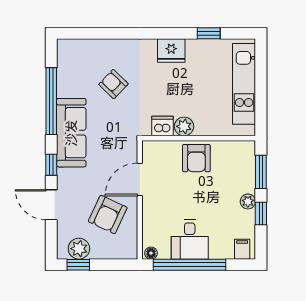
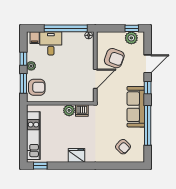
window: (209, 33) -> (40, 166), moved
armchair: (113, 84) -> (123, 147), moved
armchair: (196, 158) -> (37, 87), moved, turned 90
door: (51, 205) -> (148, 64), hinge flipped
armchair: (108, 214) -> (114, 58), turned 85
desk: (190, 239) -> (51, 43), moved

